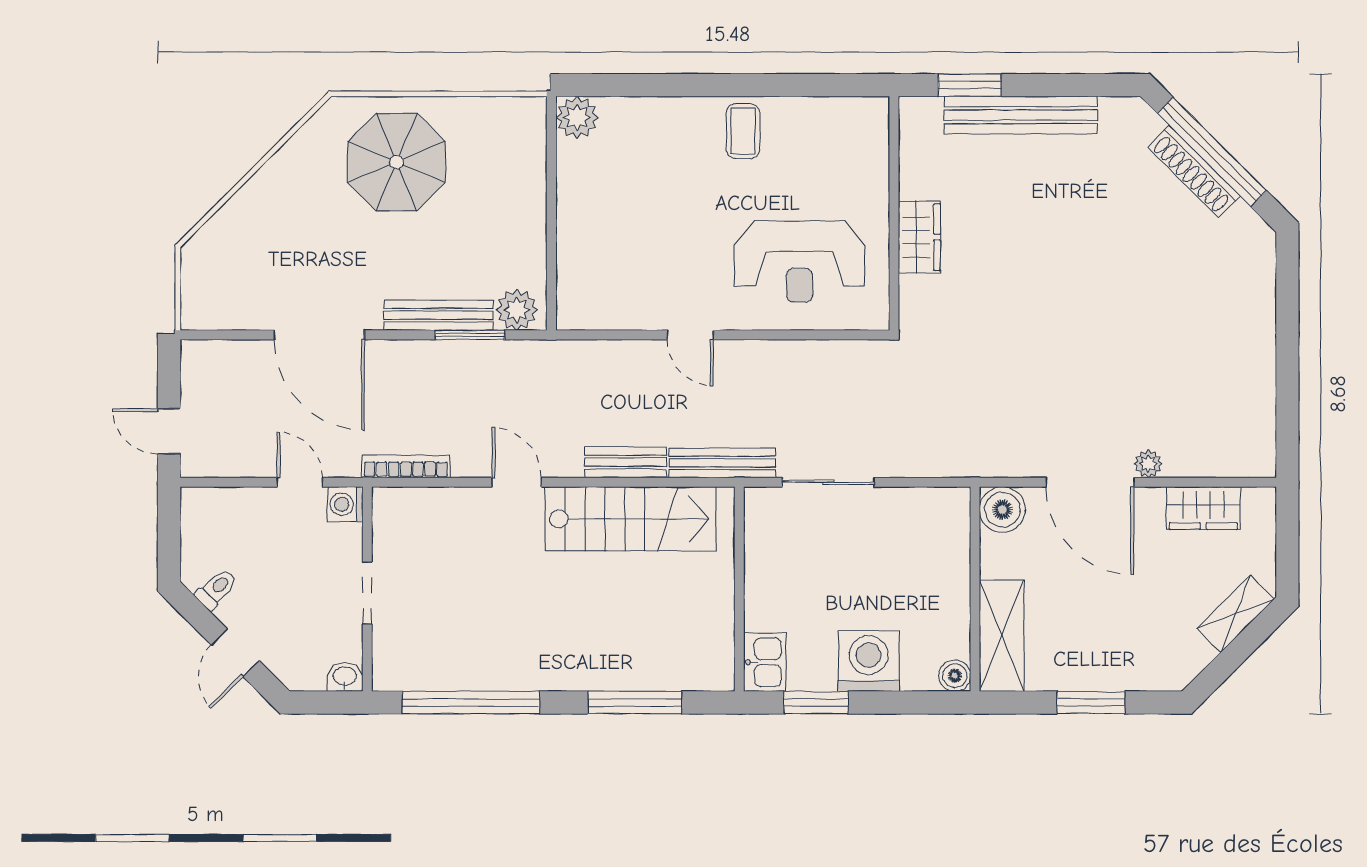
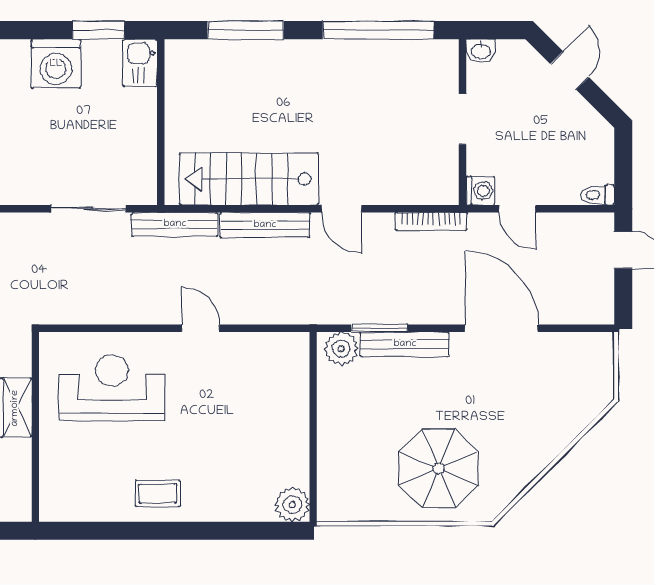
coffee table: (743, 131) -> (158, 493), turned 90
bench: (626, 462) -> (265, 225), width x1.36
toilet: (216, 589) -> (598, 195), moved, turned 45

